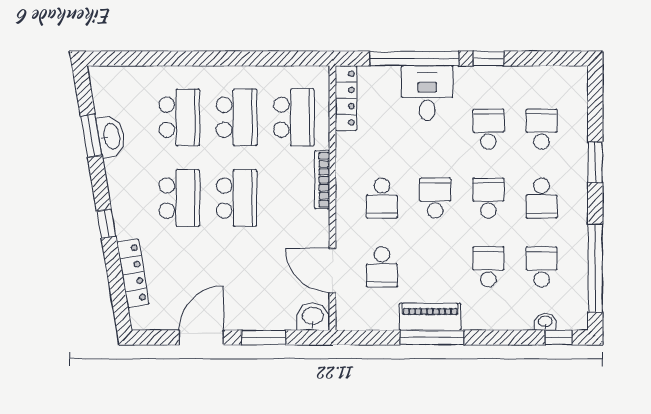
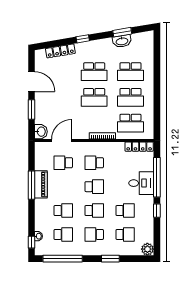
plant: (574, 80) -> (147, 249), added

